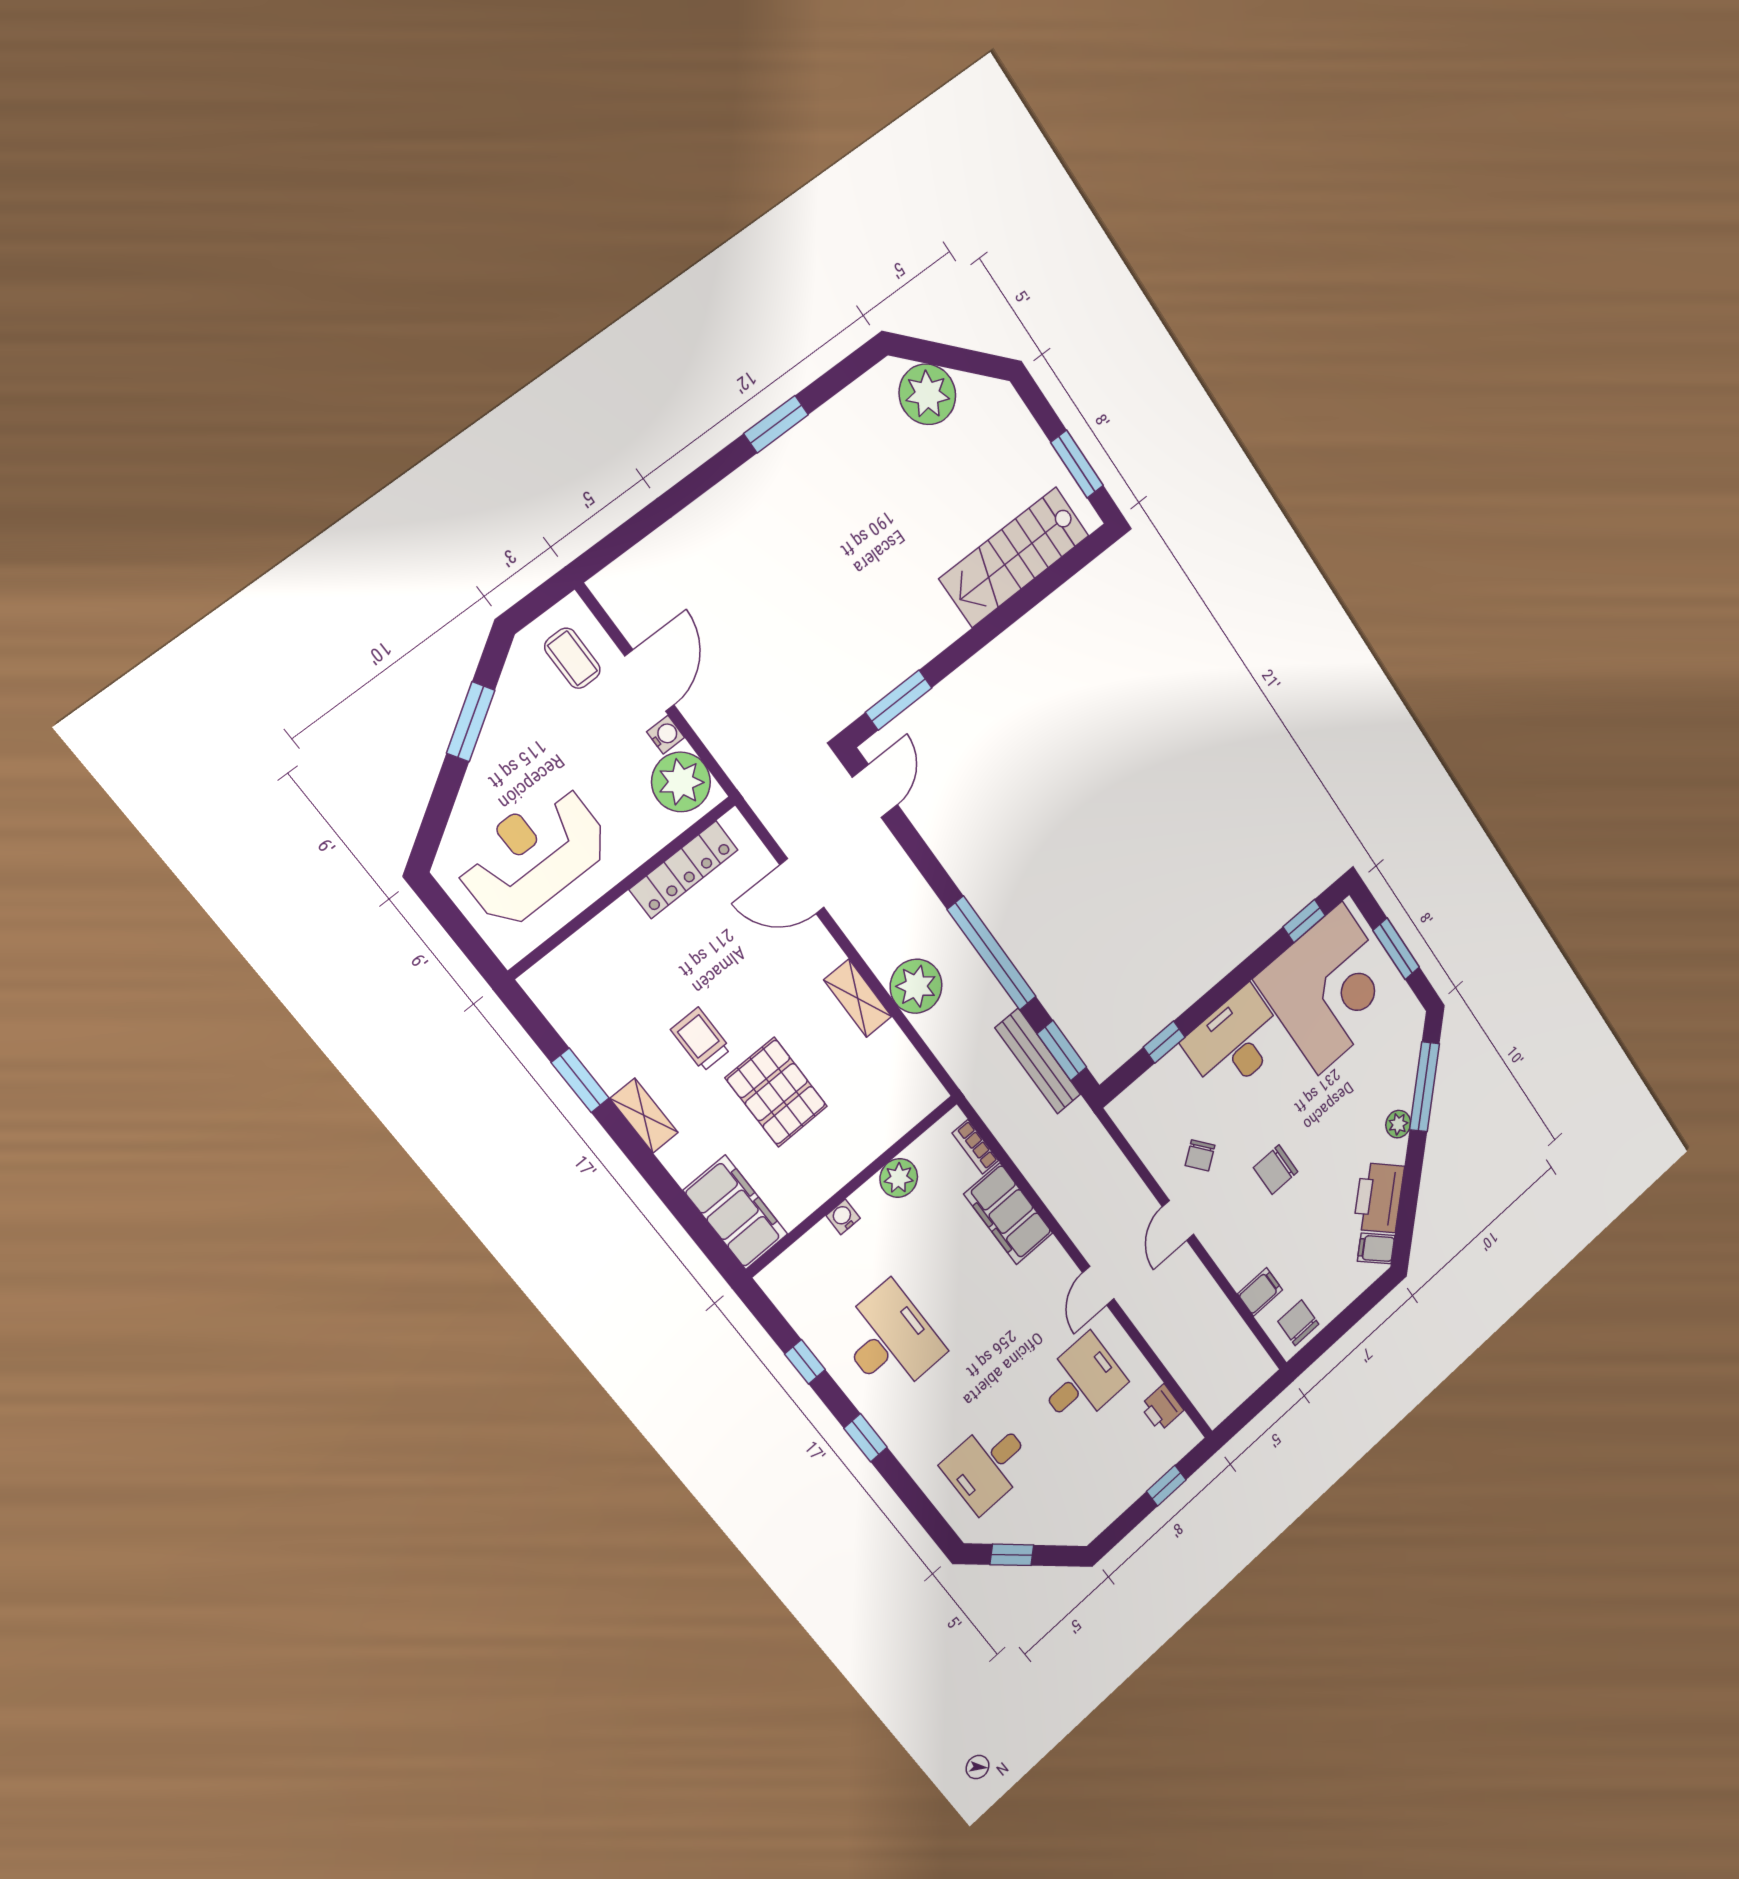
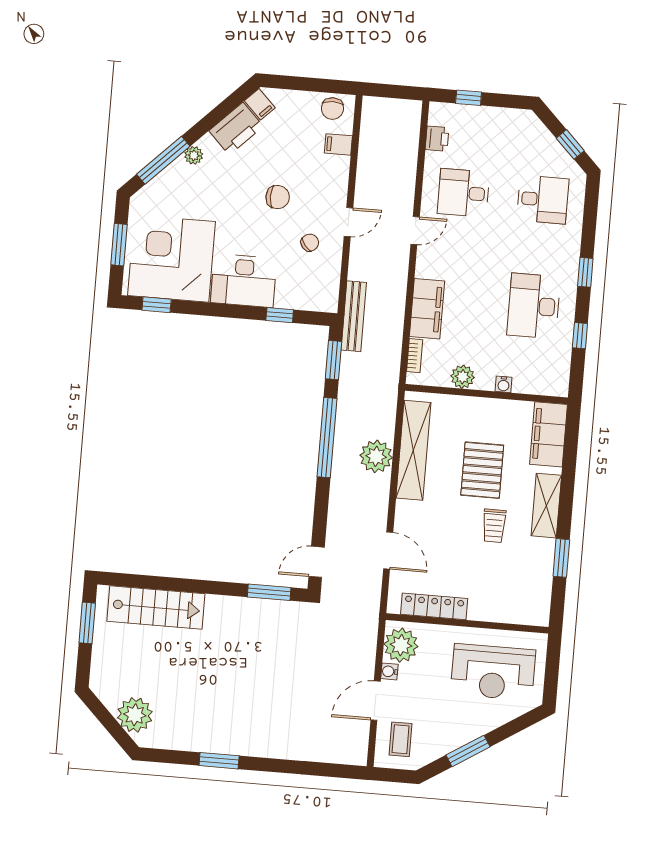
shelving: (858, 998) -> (413, 450), width x2.20, depth x1.33
bench: (1038, 1061) -> (354, 316), moved
shelving: (644, 1115) -> (546, 506), width x1.50, depth x1.33

